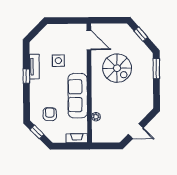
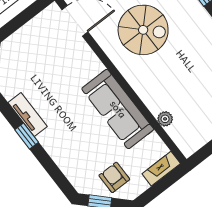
side table: (58, 61) -> (54, 81), removed
armchair: (50, 114) -> (114, 177), moved

